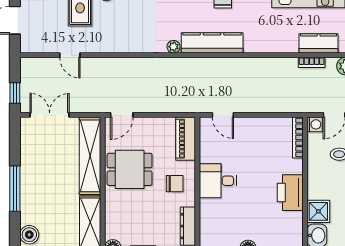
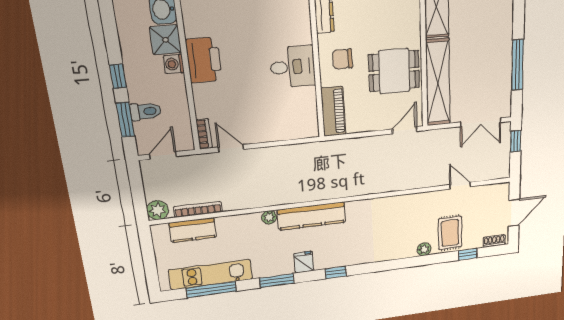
plant: (174, 47) -> (269, 217), moved
bookcase: (312, 62) -> (198, 209), width x1.56
door: (223, 115) -> (231, 148), moved
washing machine: (315, 124) -> (174, 64), moved
bookcase: (298, 137) -> (204, 134), width x0.64
window: (15, 189) -> (517, 65), moved

